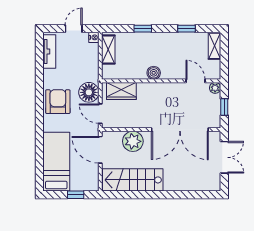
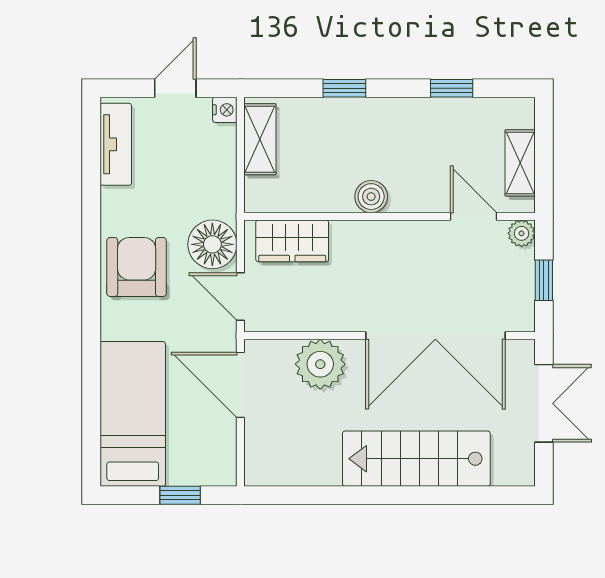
shelving: (214, 46) -> (520, 163), moved
stairs: (133, 180) -> (416, 459), moved

